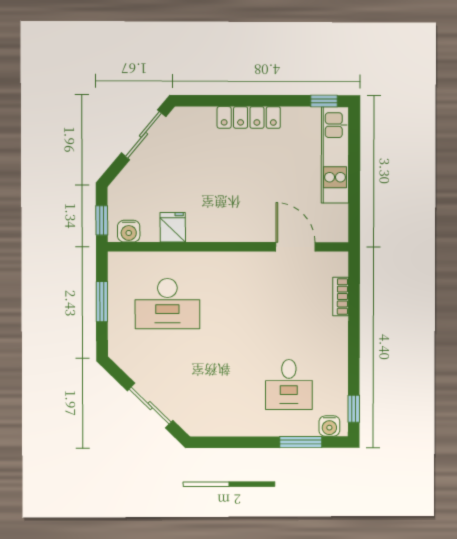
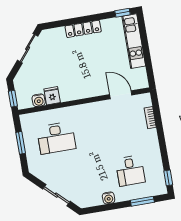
water cooler: (129, 231) -> (39, 100), moved
water cooler: (329, 426) -> (109, 198), moved

